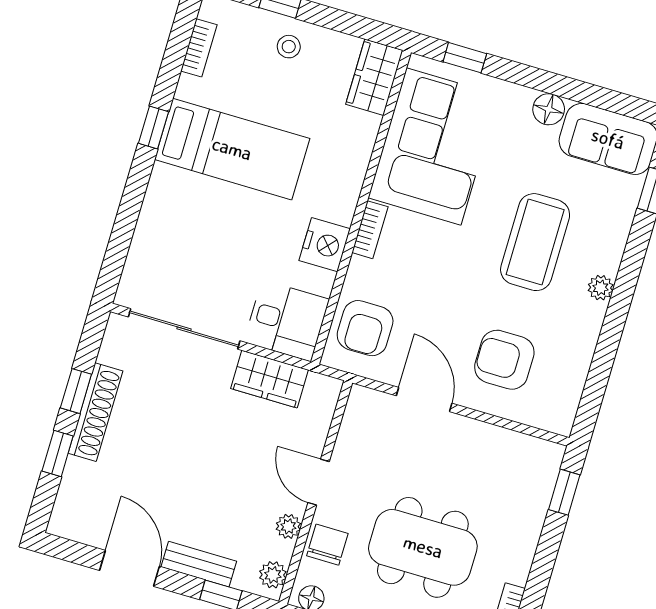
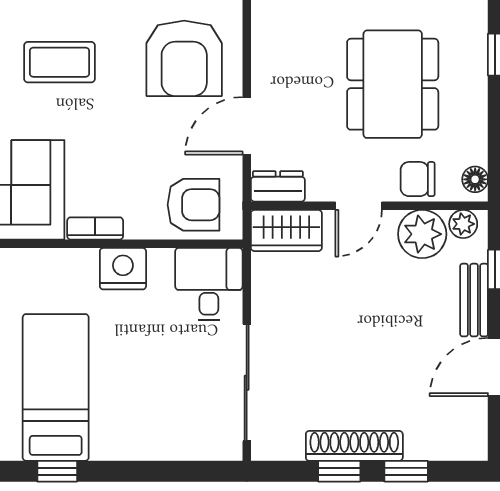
coffee table: (535, 242) -> (59, 62), width x0.73, depth x0.76
armchair: (504, 360) -> (184, 58), width x1.36, depth x1.36
wardrobe: (270, 379) -> (286, 230), moved, turned 90
dresser: (359, 412) -> (278, 186), added
plant: (288, 526) -> (422, 234), width x1.87, depth x1.87

